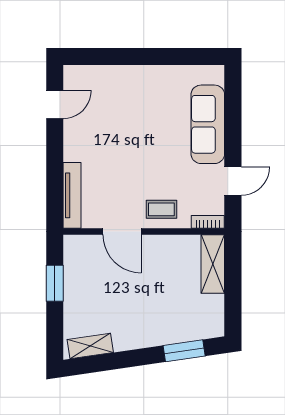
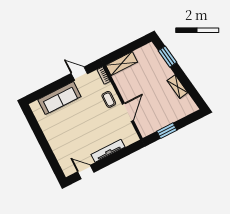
tv unit: (72, 195) -> (108, 151), moved
shelving: (90, 346) -> (177, 87), moved

